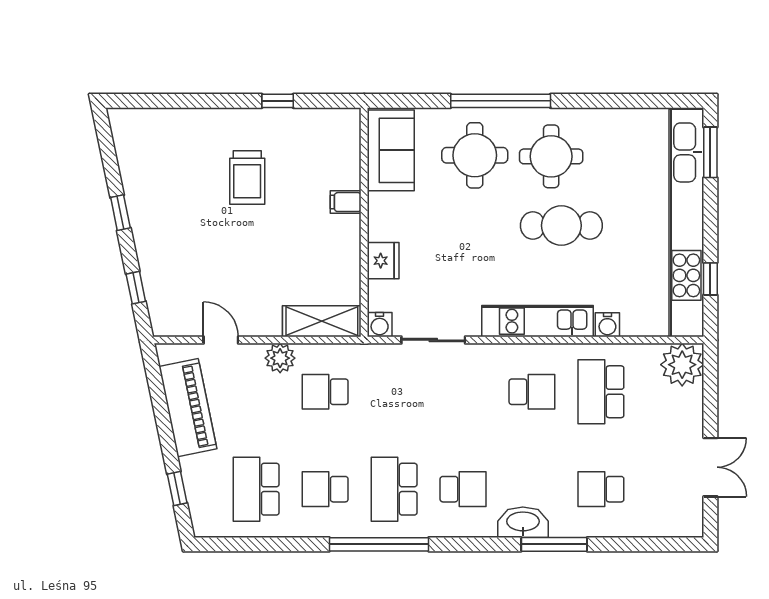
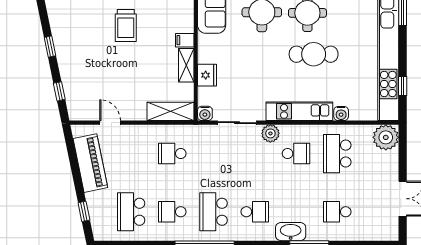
shelving: (348, 244) -> (186, 65), added
plant: (280, 358) -> (270, 133), moved

